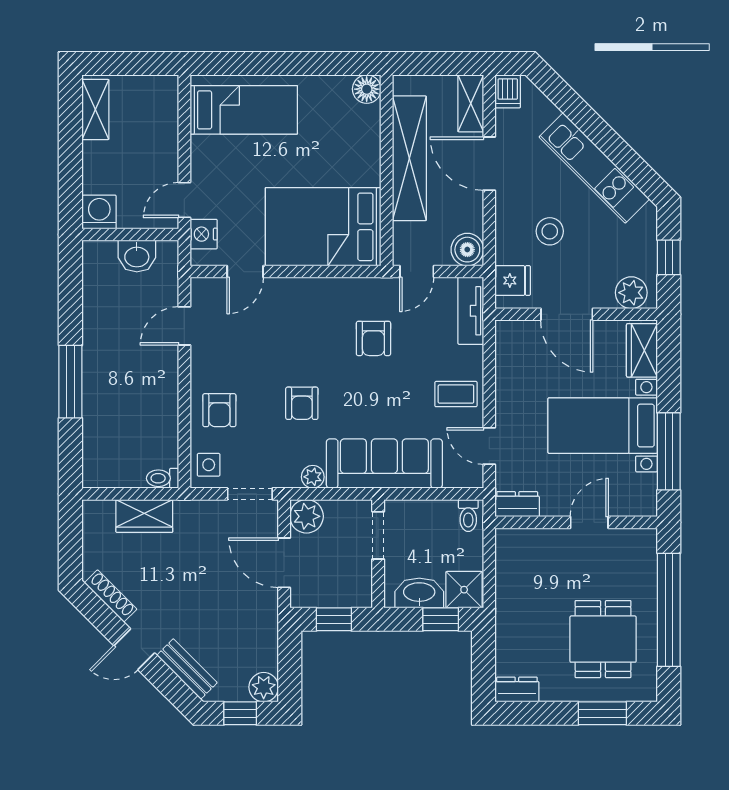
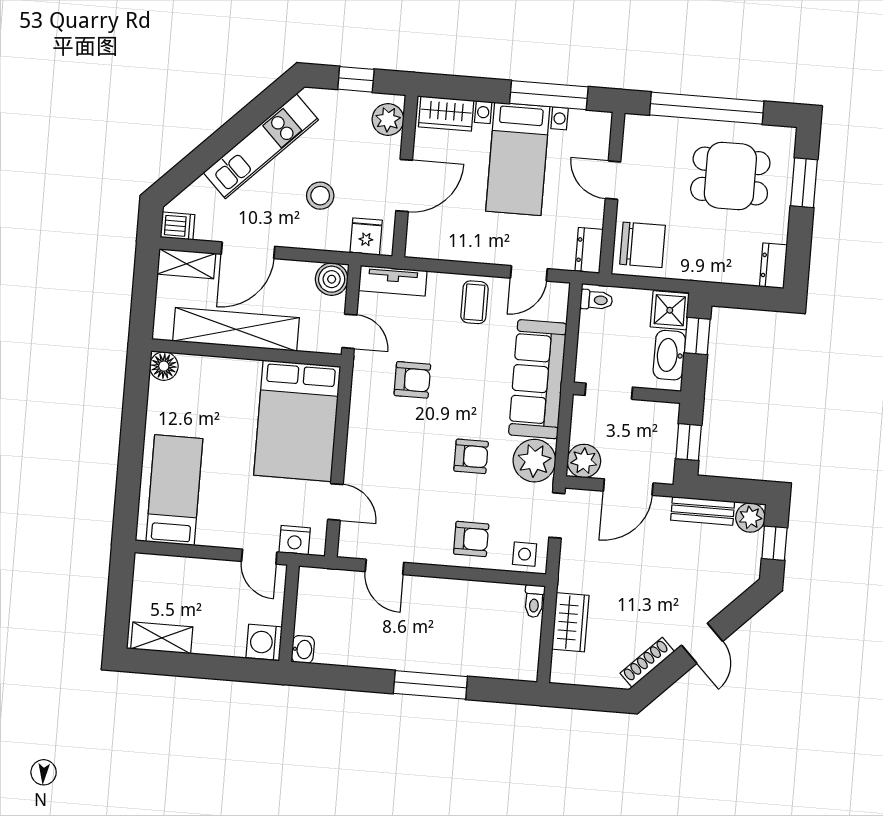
washbasin: (137, 256) -> (303, 649), moved, width x0.72, depth x0.69
plant: (313, 477) -> (534, 461), width x1.87, depth x1.87
chair: (527, 557) -> (643, 245), added
bench: (187, 669) -> (703, 511), moved, turned 45

